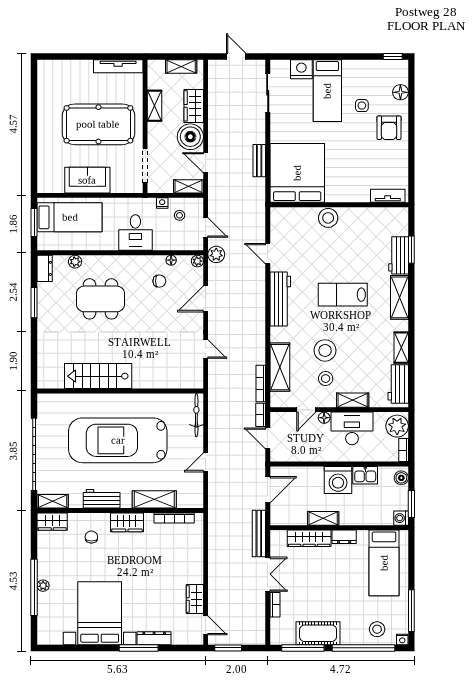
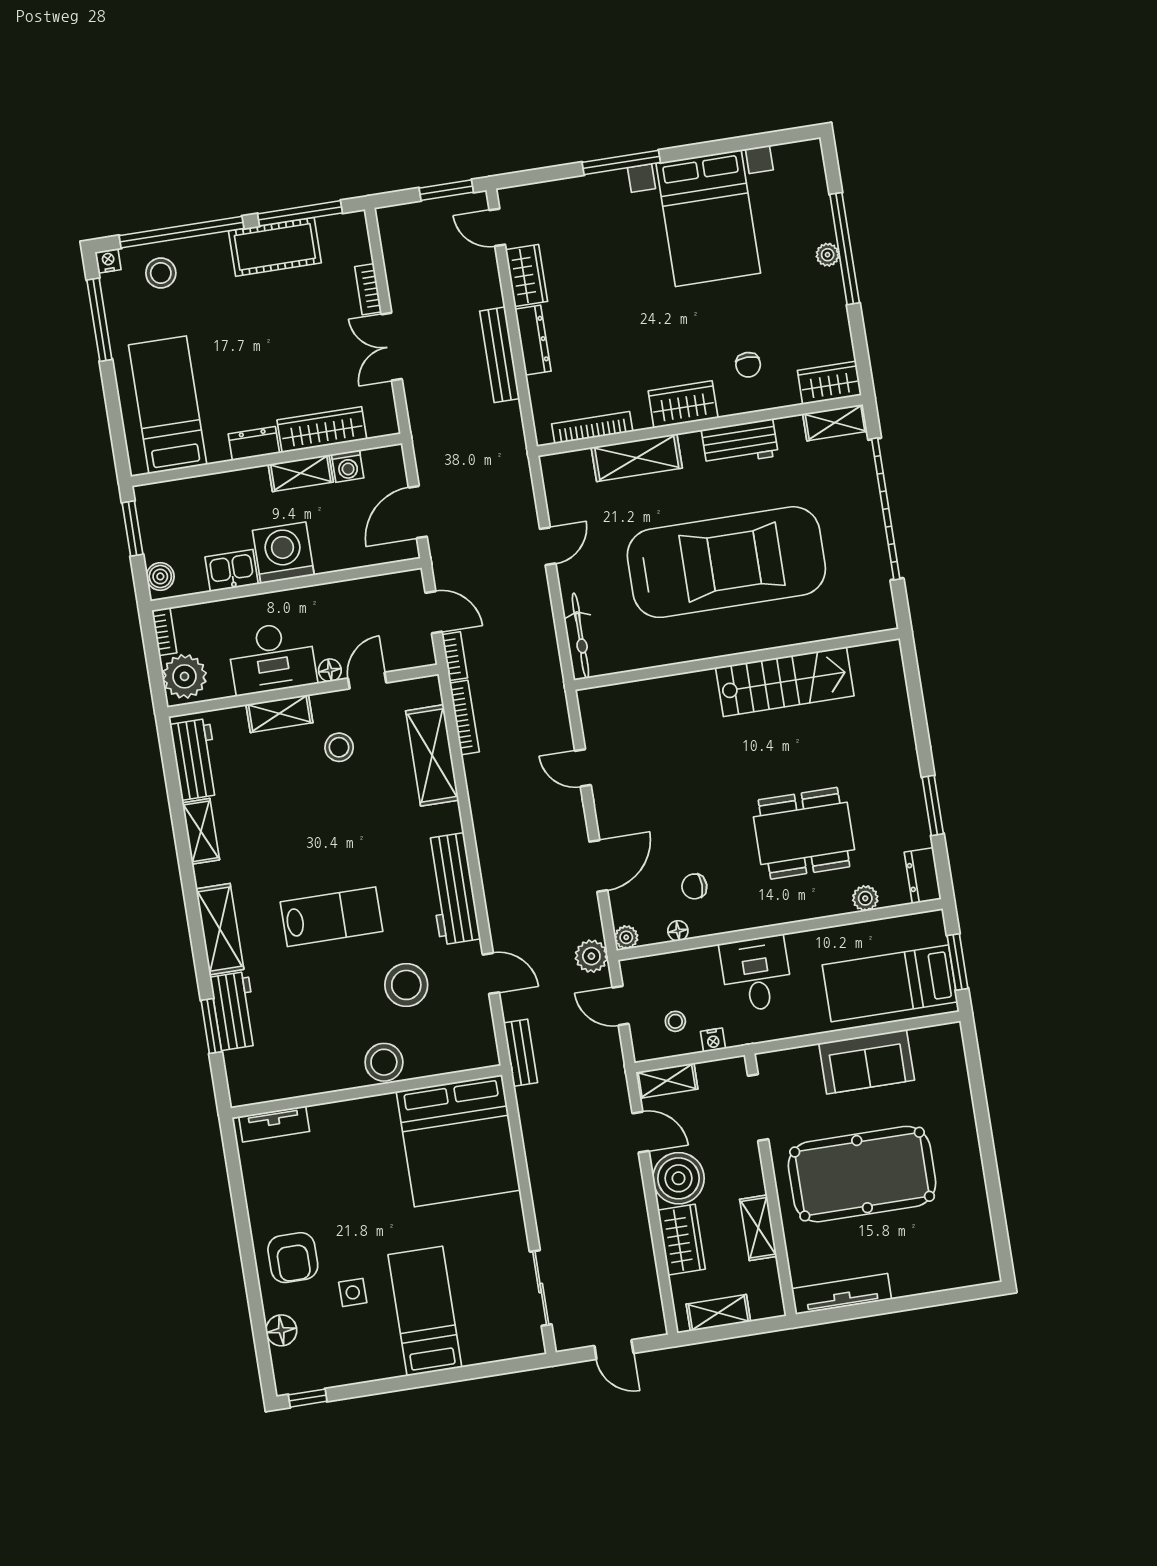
nightstand: (301, 69) -> (482, 1345), removed
armchair: (389, 128) -> (293, 1258), turned 180
bench: (259, 161) -> (521, 1053), moved
stool: (325, 350) -> (406, 985), moved
washing machine: (401, 518) -> (348, 466), moved, turned 90
bench: (259, 533) -> (500, 355), moved
dresser: (154, 638) -> (533, 340), moved, turned -90

